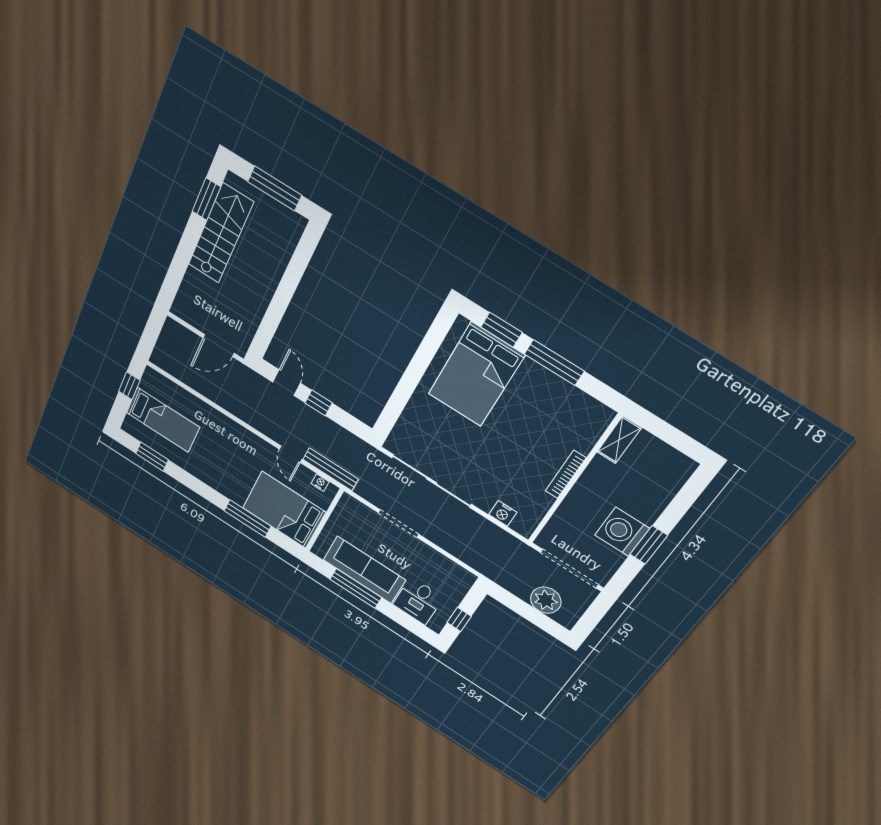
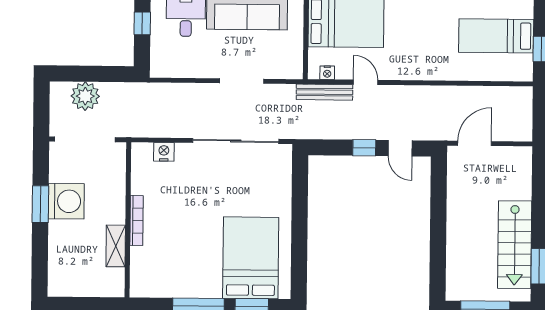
shelving: (619, 440) -> (116, 246), moved

